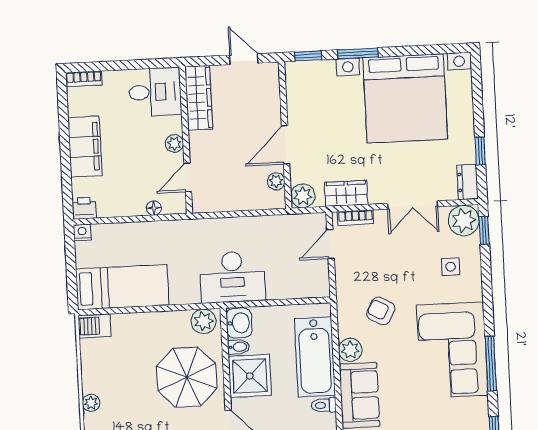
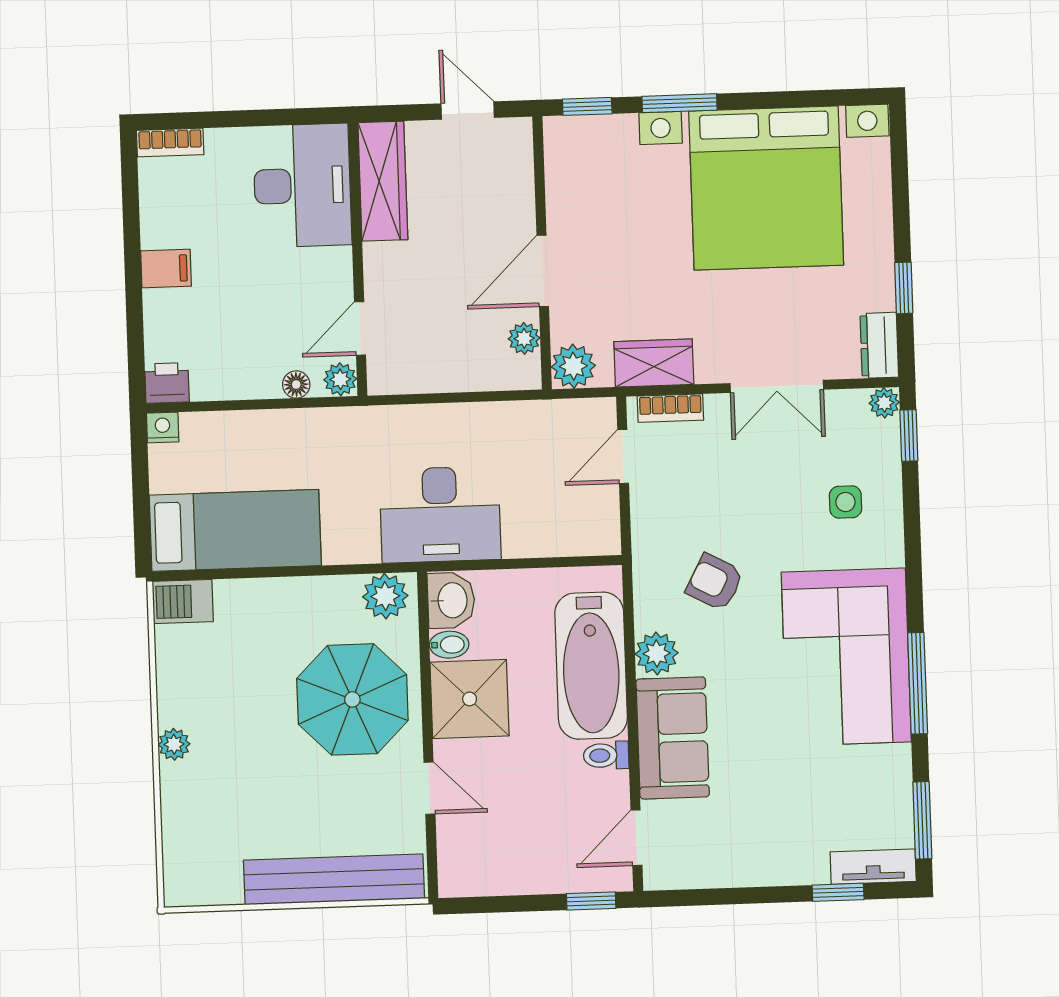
desk: (155, 92) -> (302, 185), width x1.37
plant: (174, 143) -> (340, 379), moved
filing cabinet: (85, 147) -> (166, 269), width x0.33, depth x0.86
plant: (464, 220) -> (884, 403), width x0.53, depth x0.53

